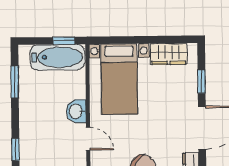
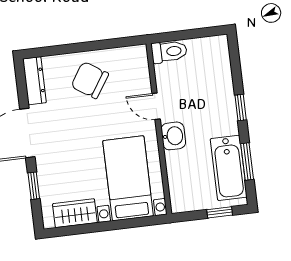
window: (64, 41) -> (220, 212), moved
bathtub: (57, 57) -> (229, 168), moved, turned -90
window: (15, 149) -> (241, 107), moved

